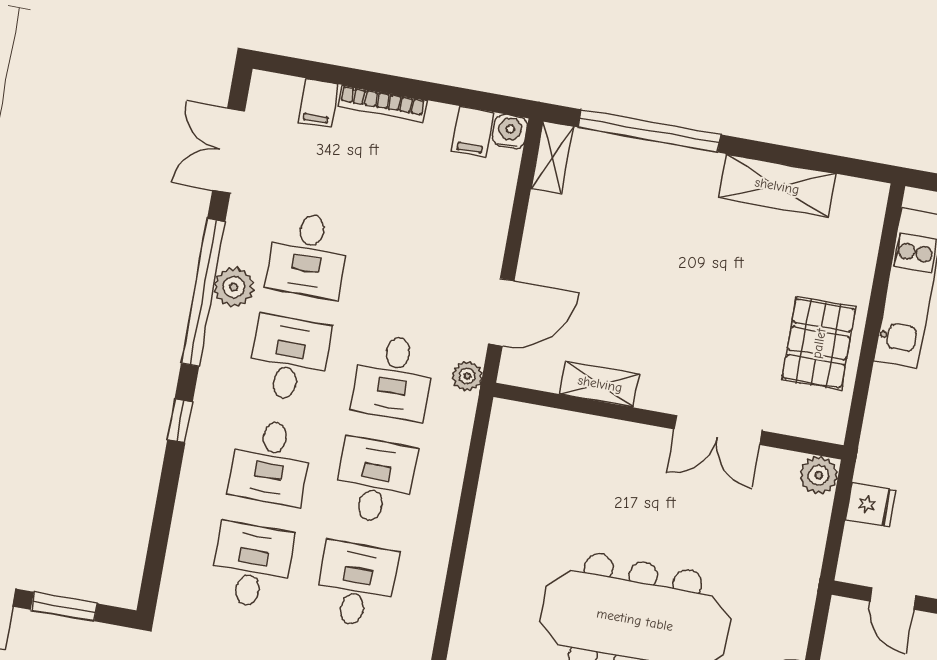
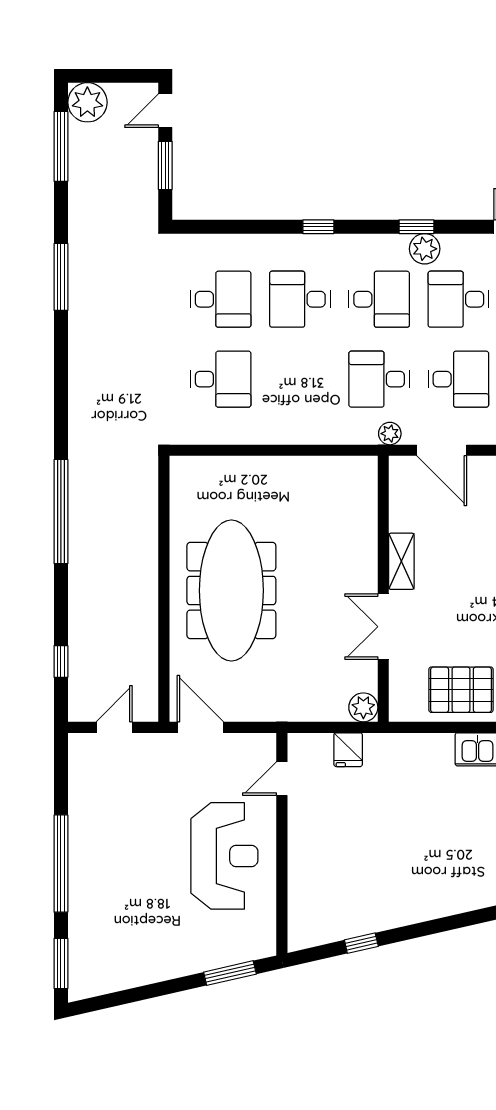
window: (203, 293) -> (416, 227), width x0.32
shelving: (600, 384) -> (401, 561), moved
desk: (375, 481) -> (458, 379), moved

